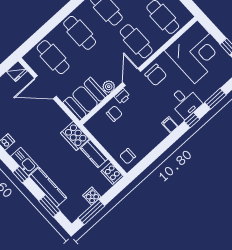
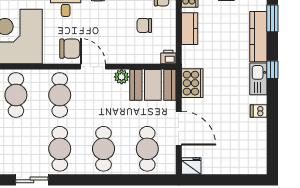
chair: (156, 75) -> (70, 49), turned 90
door: (132, 77) -> (93, 67), swing flipped
printer: (122, 96) -> (168, 57), moved
chair: (114, 114) -> (144, 25), moved
cooker: (75, 136) -> (192, 83), moved

